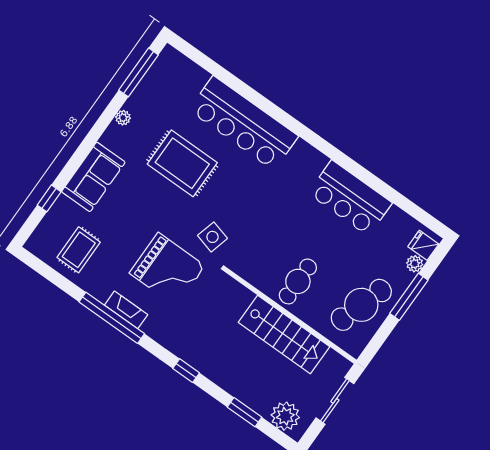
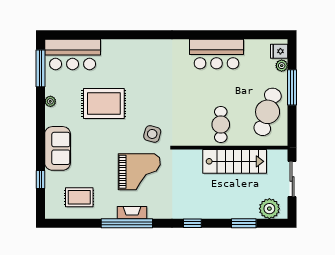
bar counter: (244, 123) -> (73, 54), moved, width x0.73
rug: (79, 250) -> (79, 197), turned 90

